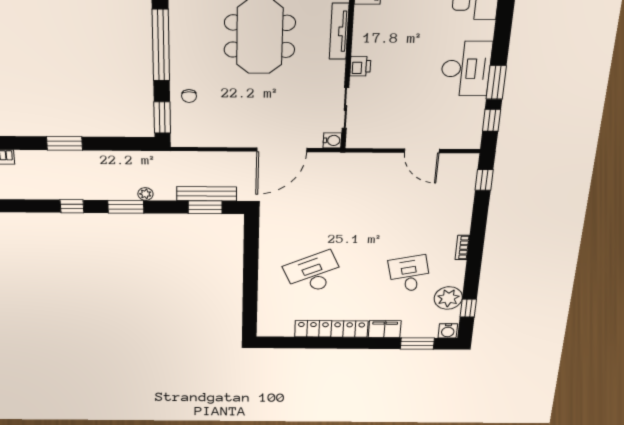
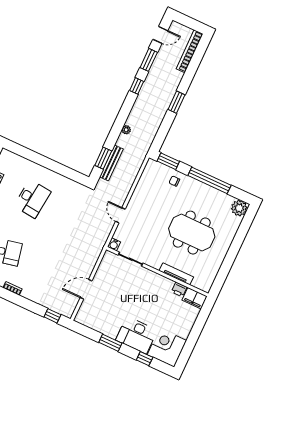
printer: (360, 66) -> (179, 289), moved
desk: (466, 69) -> (136, 335), moved
window: (492, 120) -> (145, 359), moved
door: (282, 150) -> (120, 215), width x0.53
window: (126, 207) -> (149, 60), moved
desk: (314, 273) -> (32, 199), turned 30

